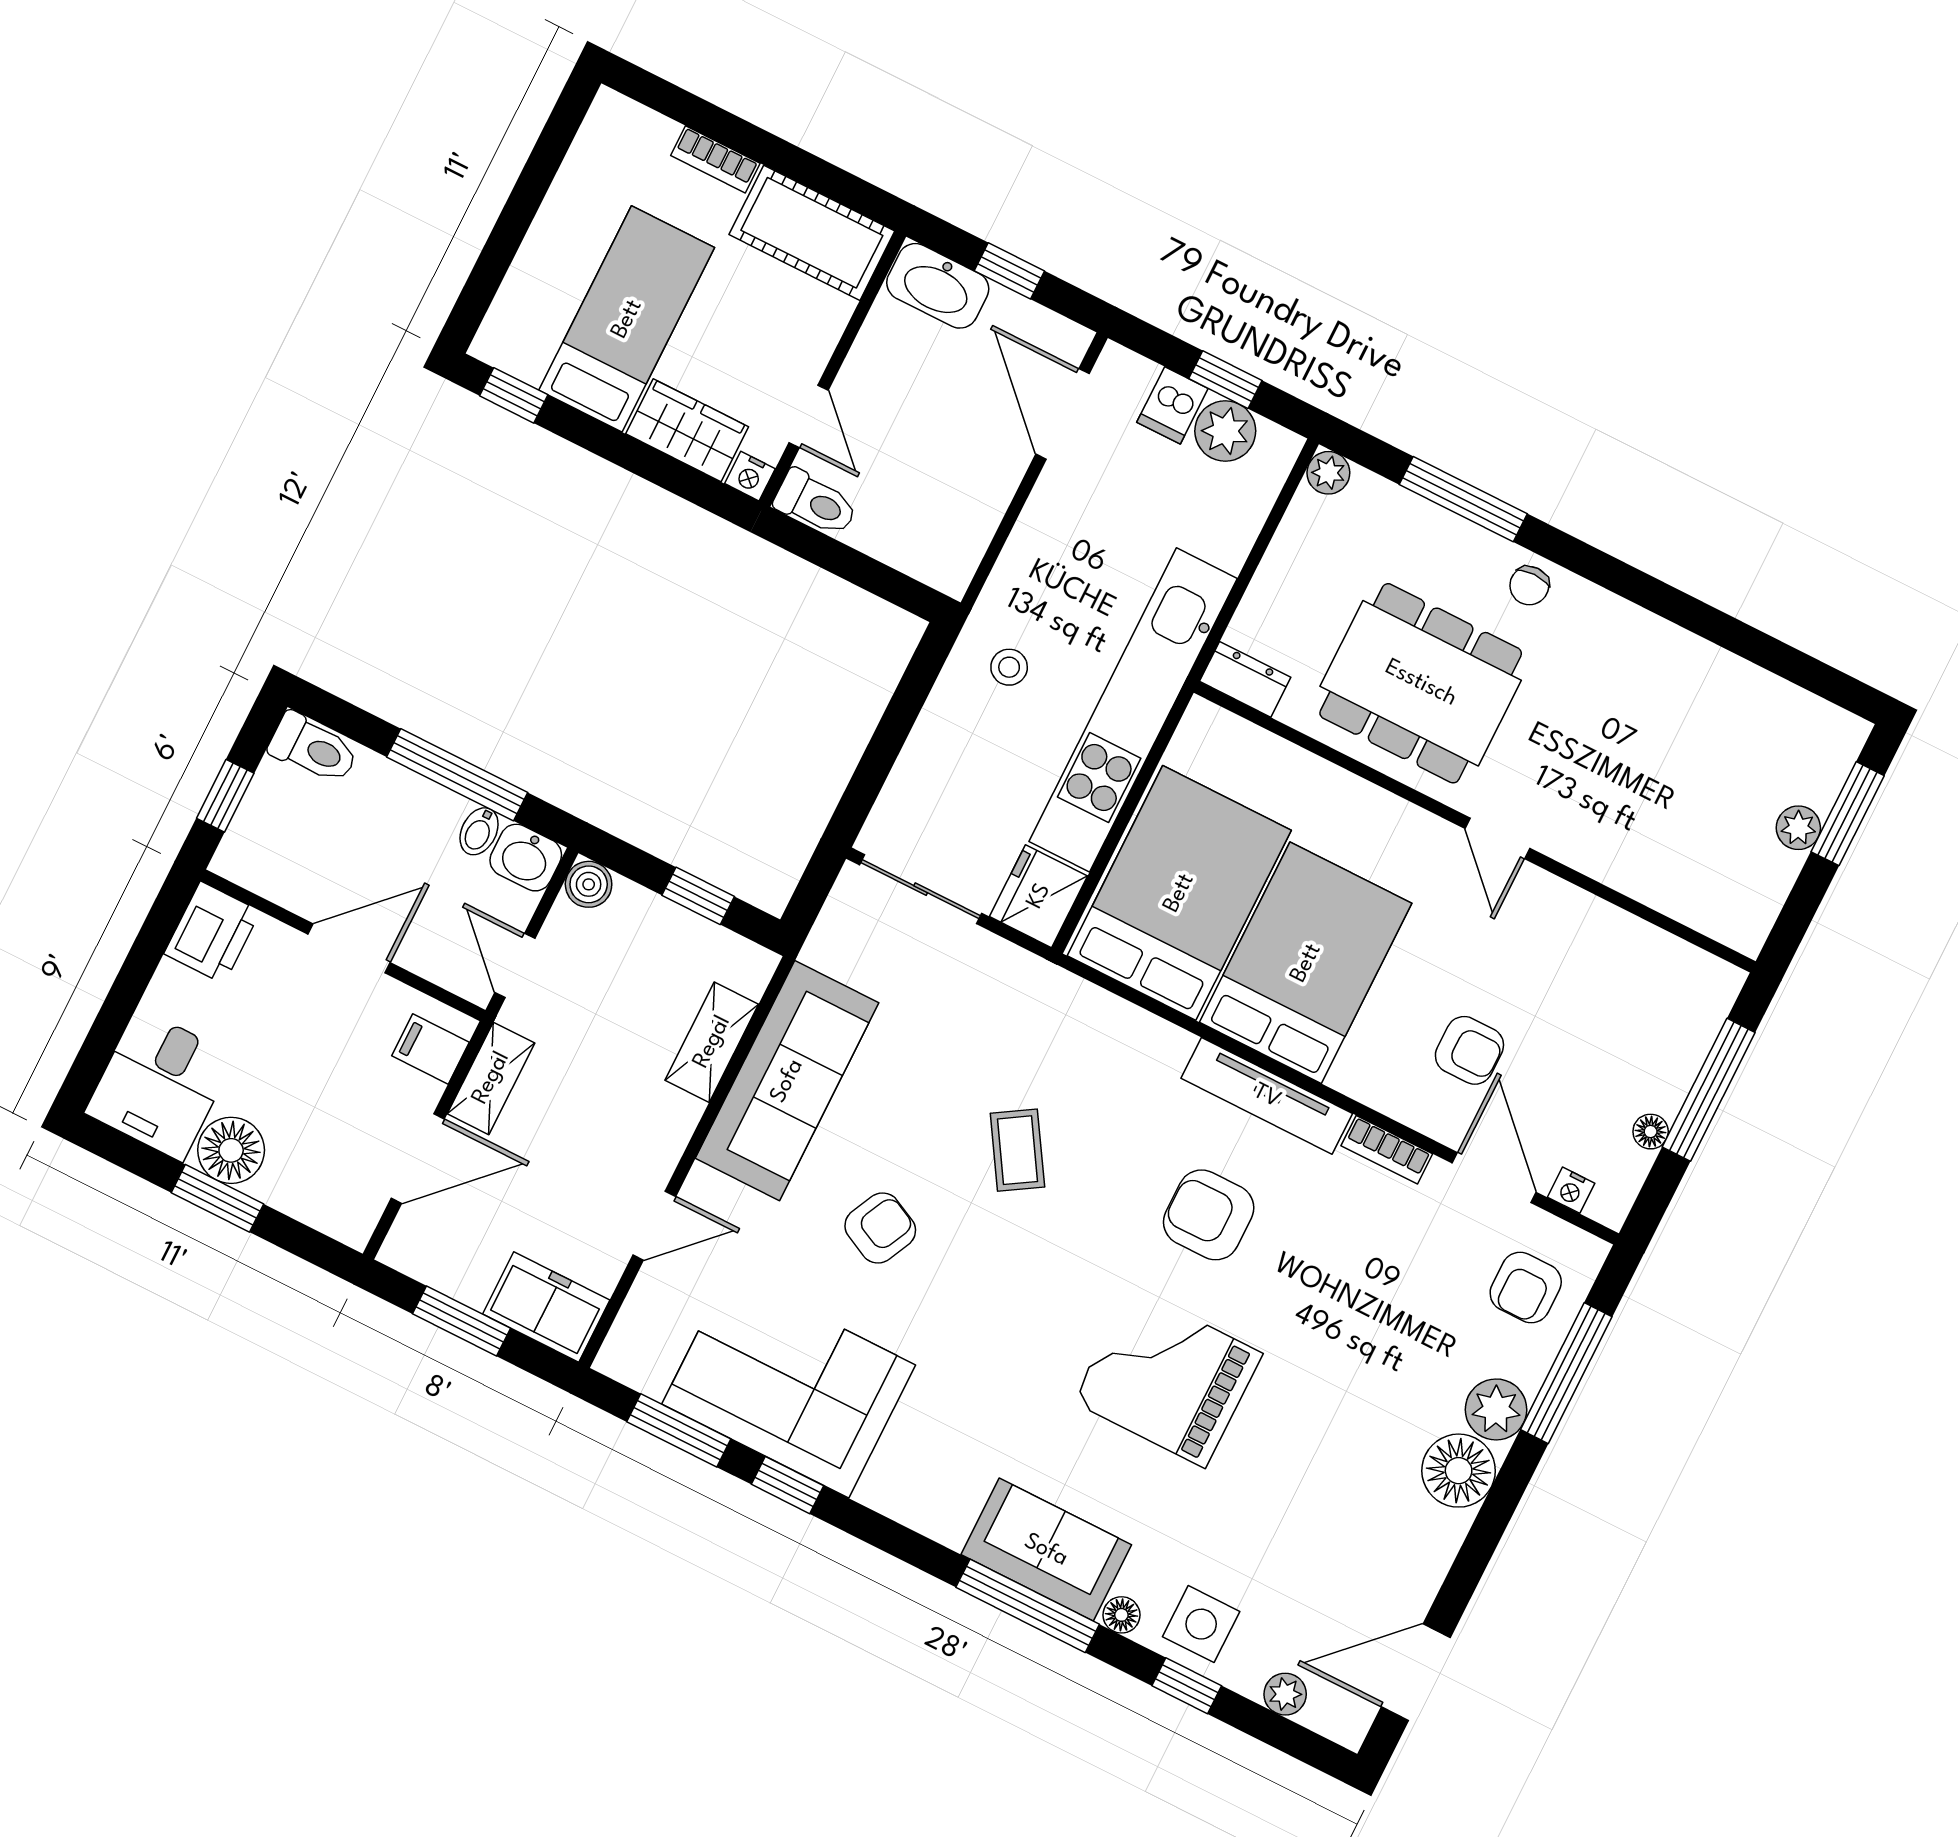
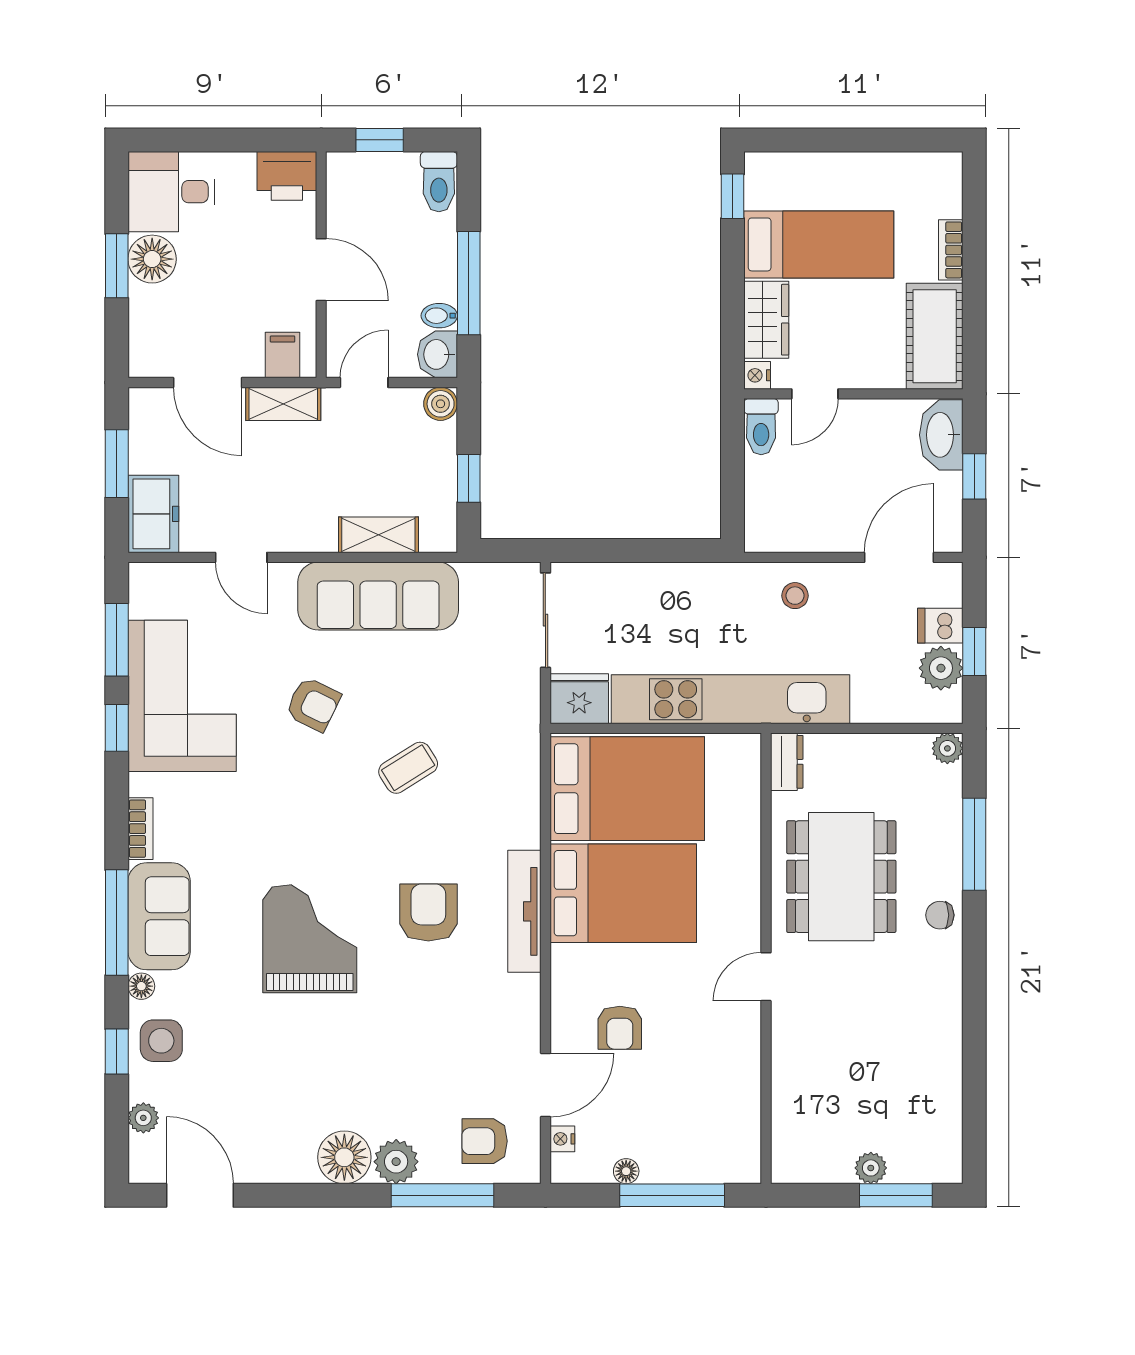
stool: (1009, 667) -> (795, 596), moved
bookcase: (1387, 1150) -> (140, 829), moved, turned 180

